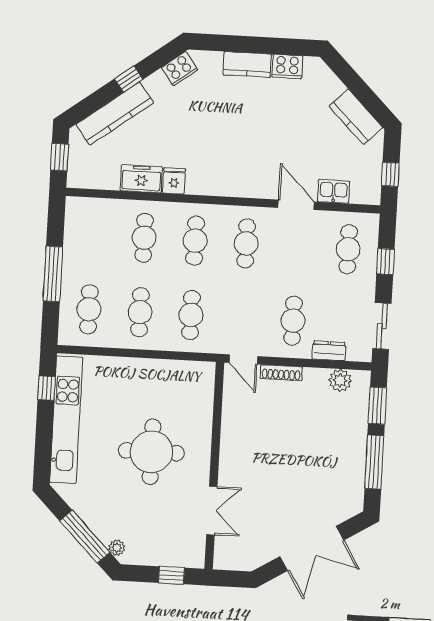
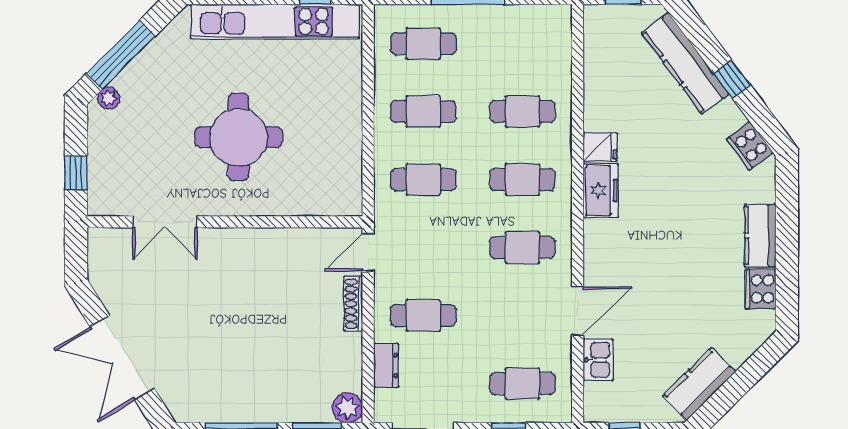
freezer: (141, 179) -> (601, 191), moved
plant: (340, 380) -> (347, 408), moved

